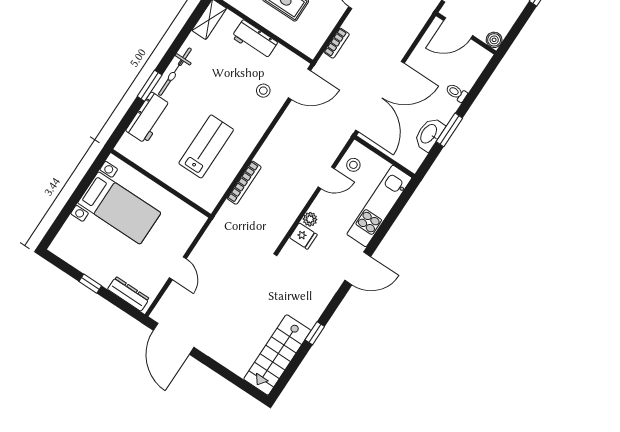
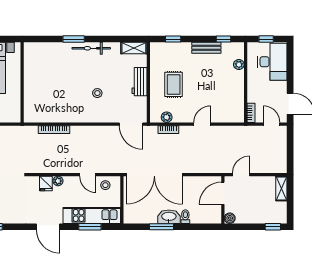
door: (458, 28) -> (223, 193), hinge flipped
plant: (320, 35) -> (167, 117), added
stool: (263, 91) -> (97, 93), moved
workbench: (148, 118) -> (55, 51), removed
washbasin: (429, 134) -> (169, 217), moved
lab bench: (206, 146) -> (60, 94), removed
window: (392, 217) -> (90, 227), added

